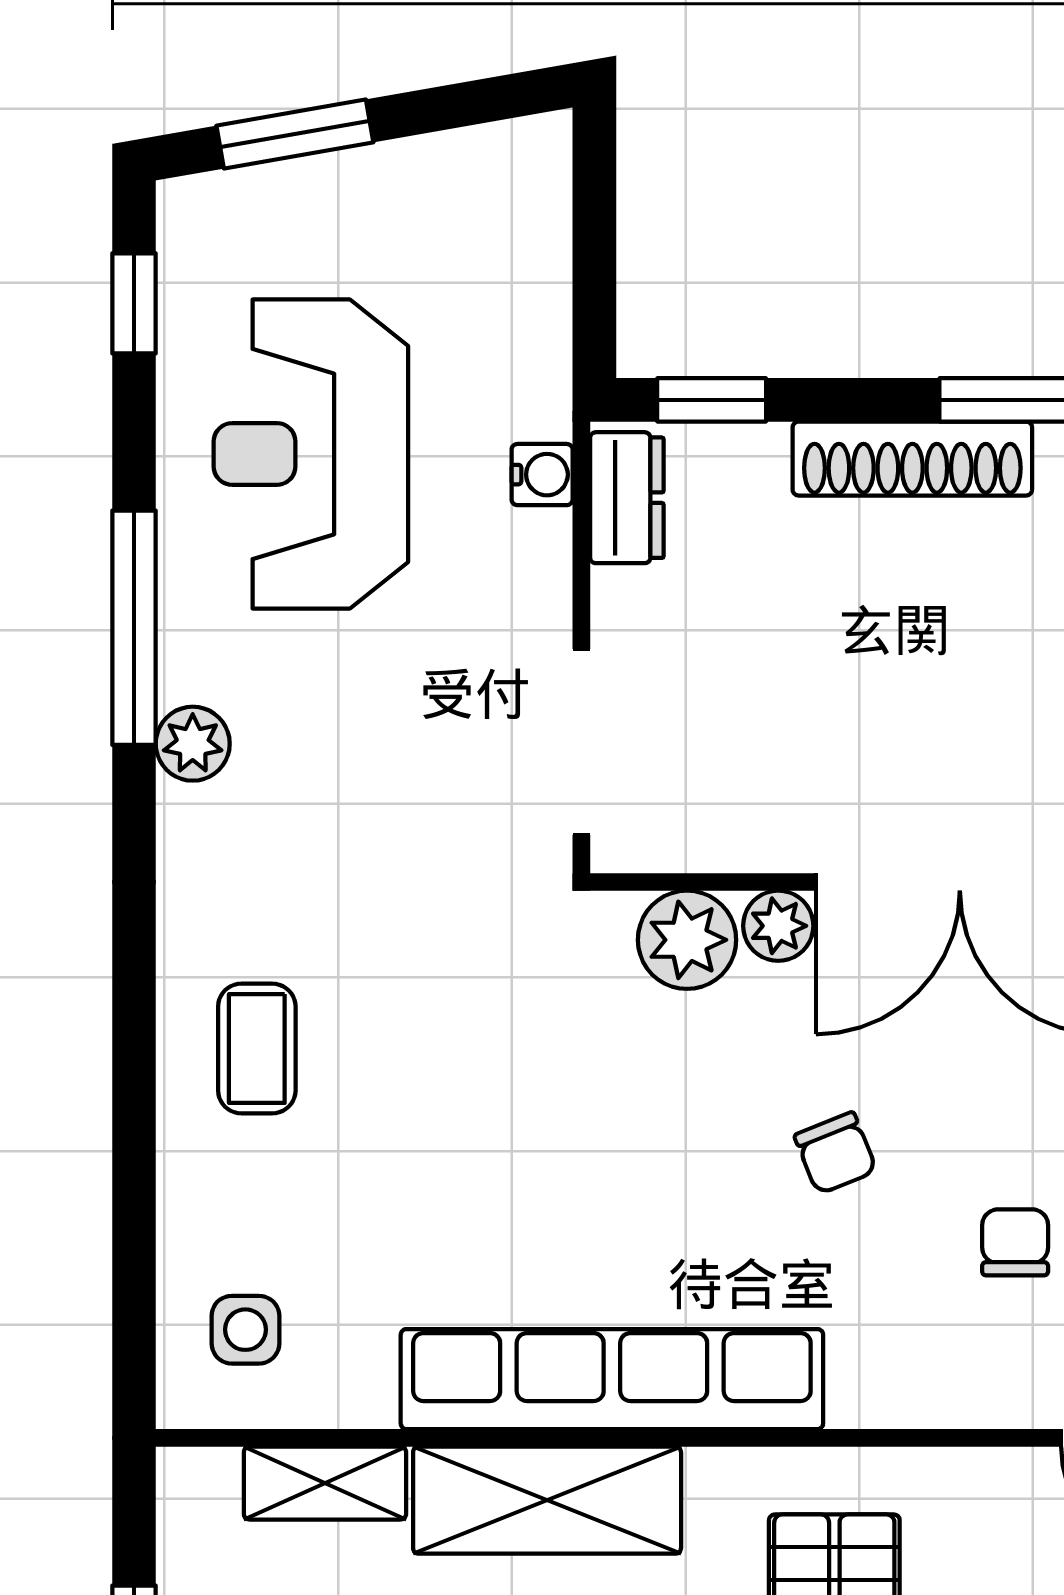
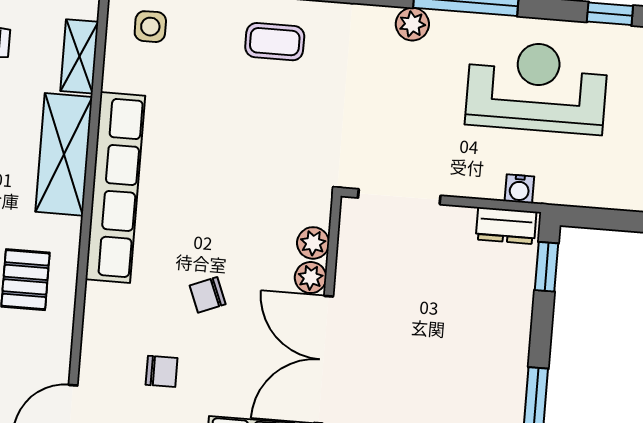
shoe rack: (912, 459) -> (513, 354), removed
plant: (687, 940) -> (313, 243), width x0.73, depth x0.73

